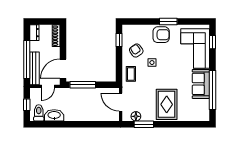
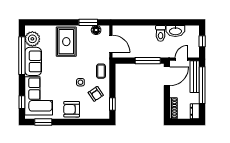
window: (168, 22) -> (43, 122), moved
plant: (202, 107) -> (32, 39), added
toilet: (39, 113) -> (161, 33), moved

